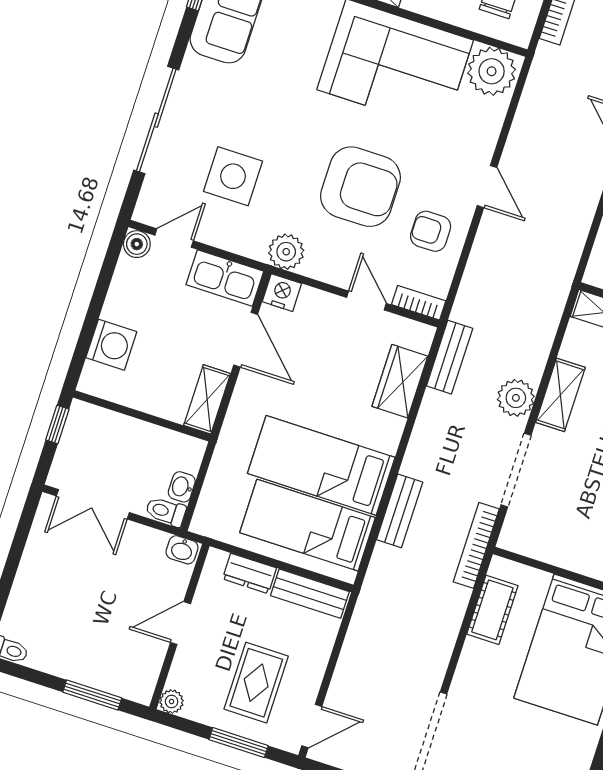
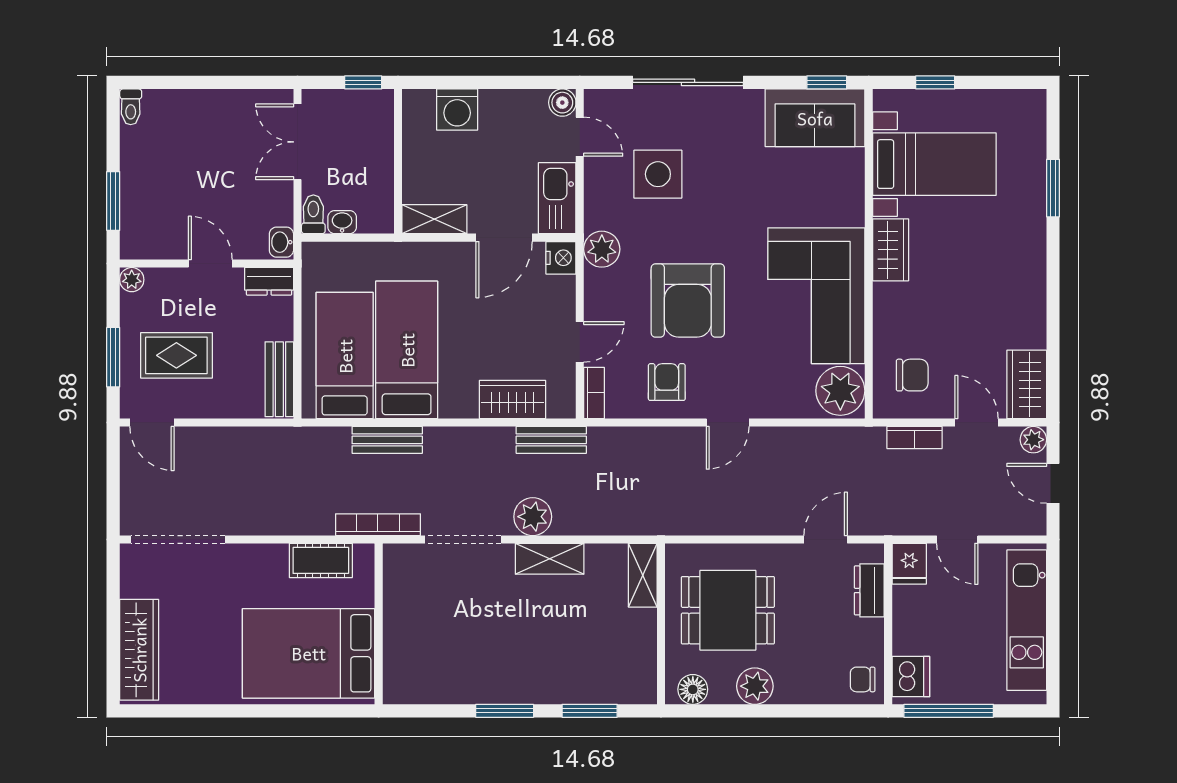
dresser: (250, 573) -> (269, 281), moved, turned -90

